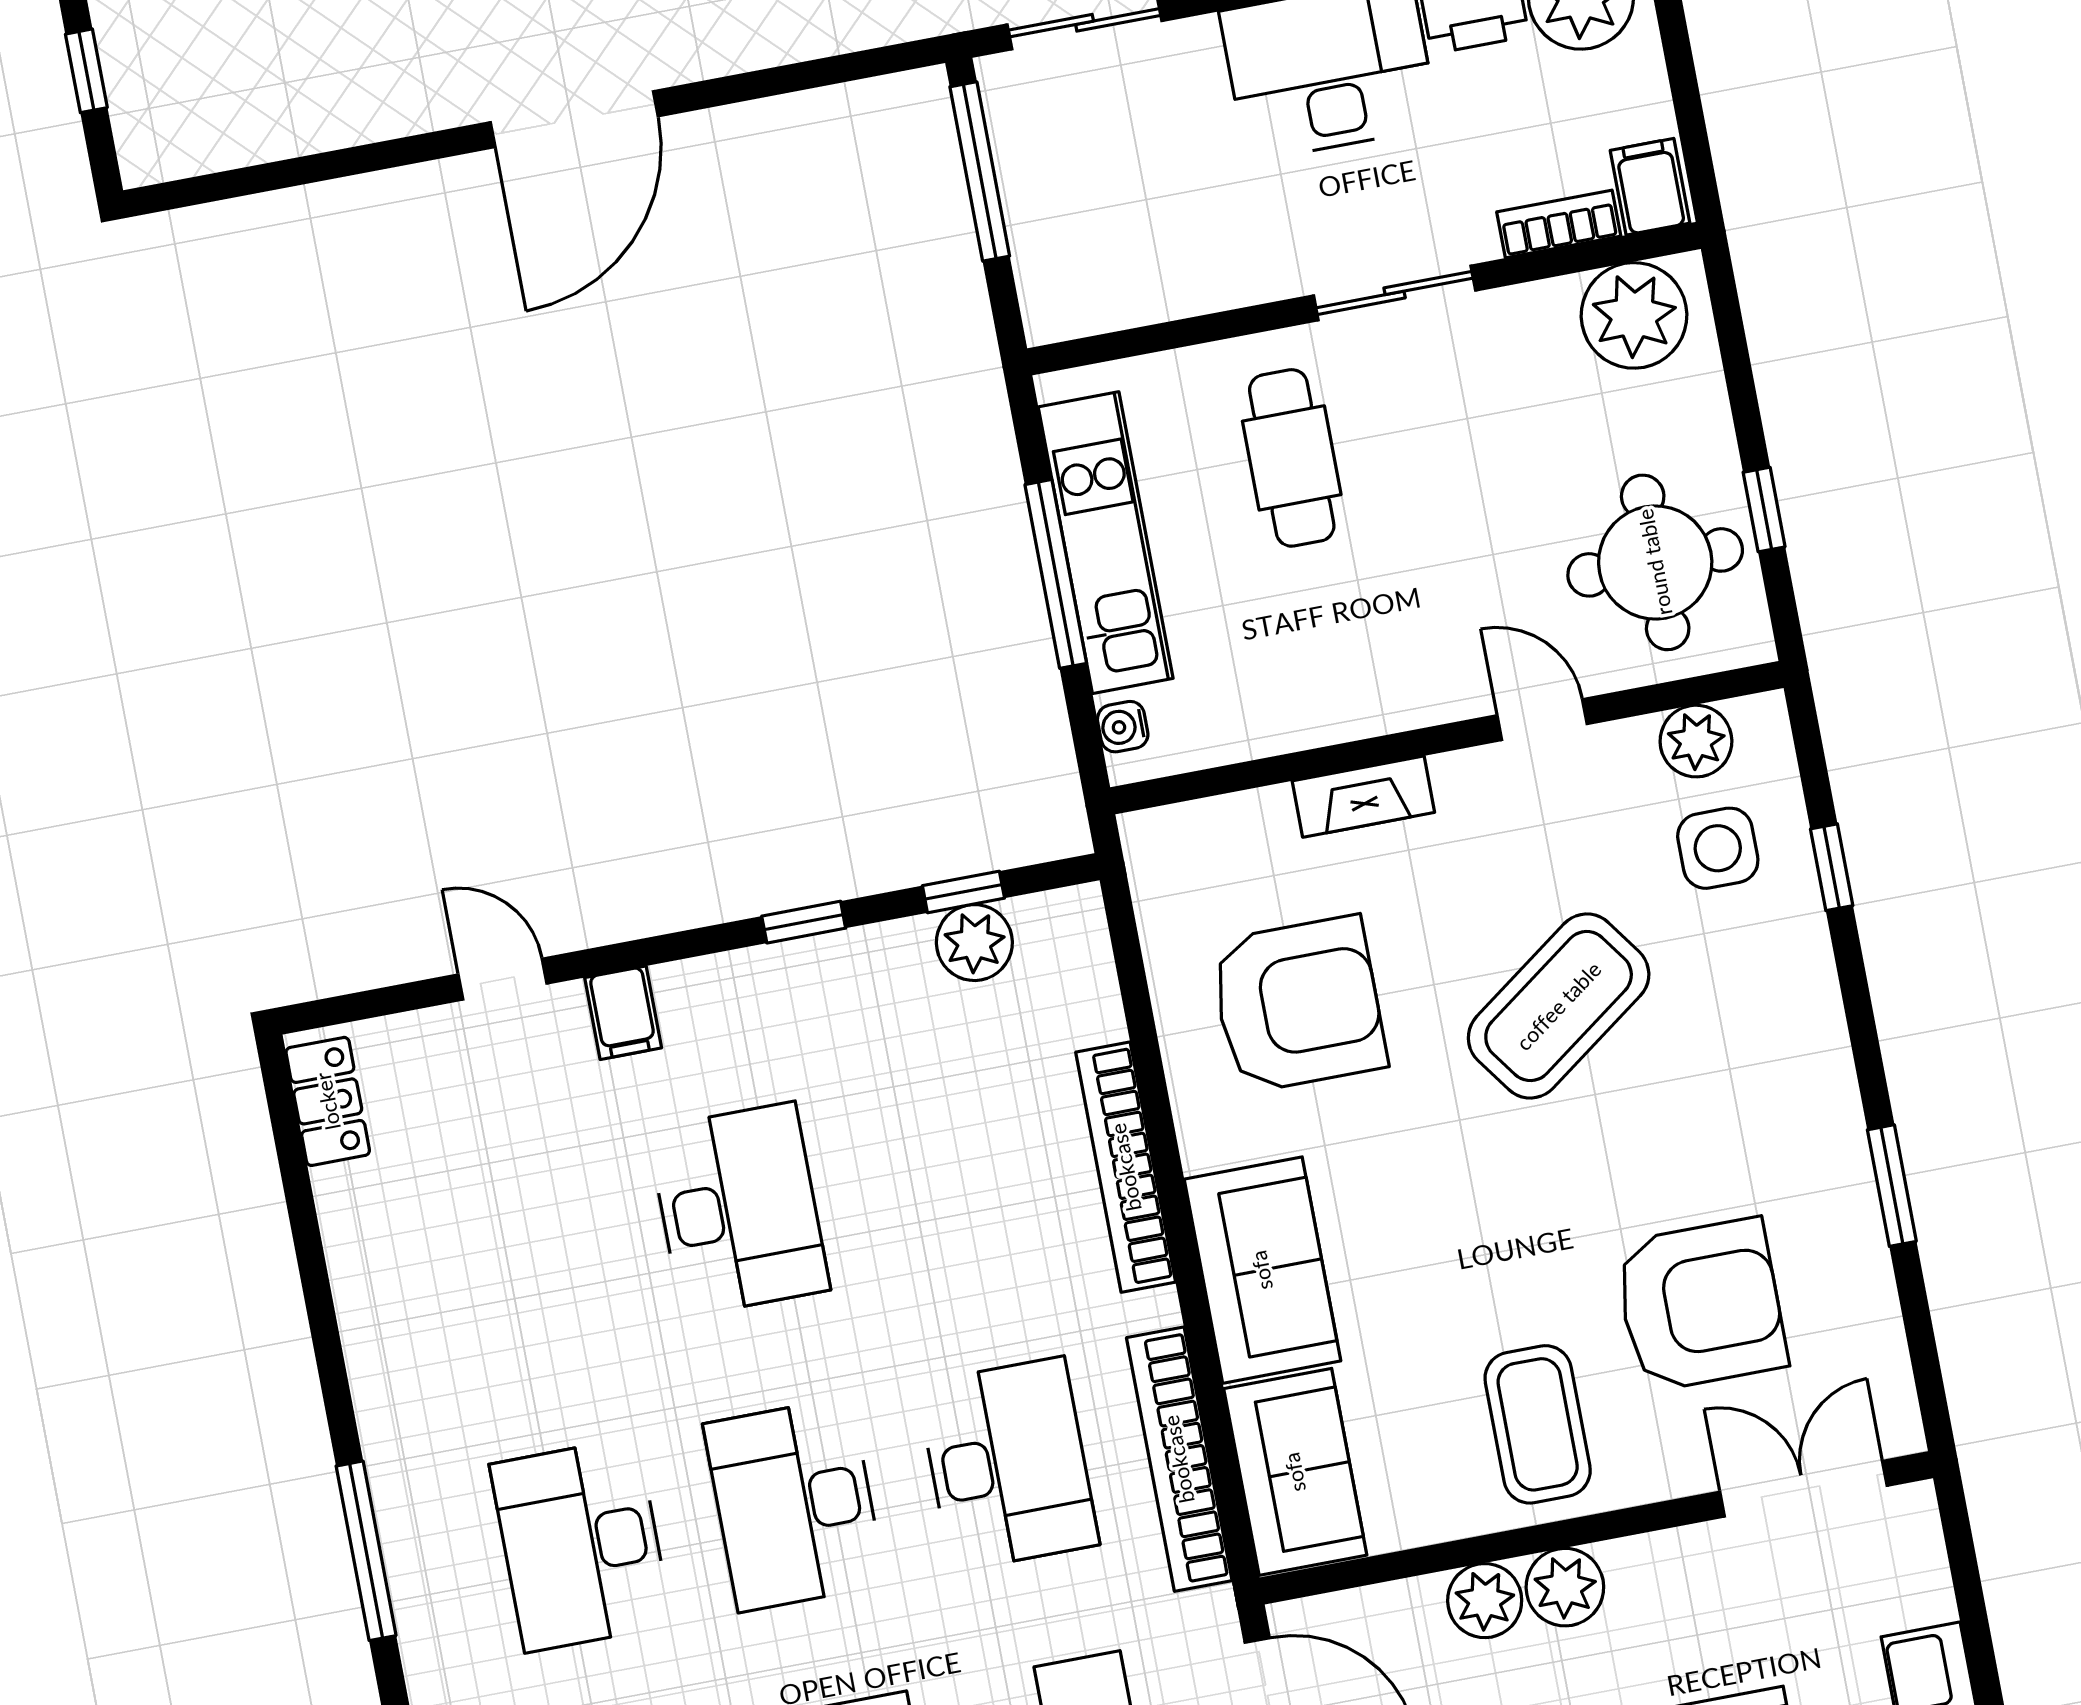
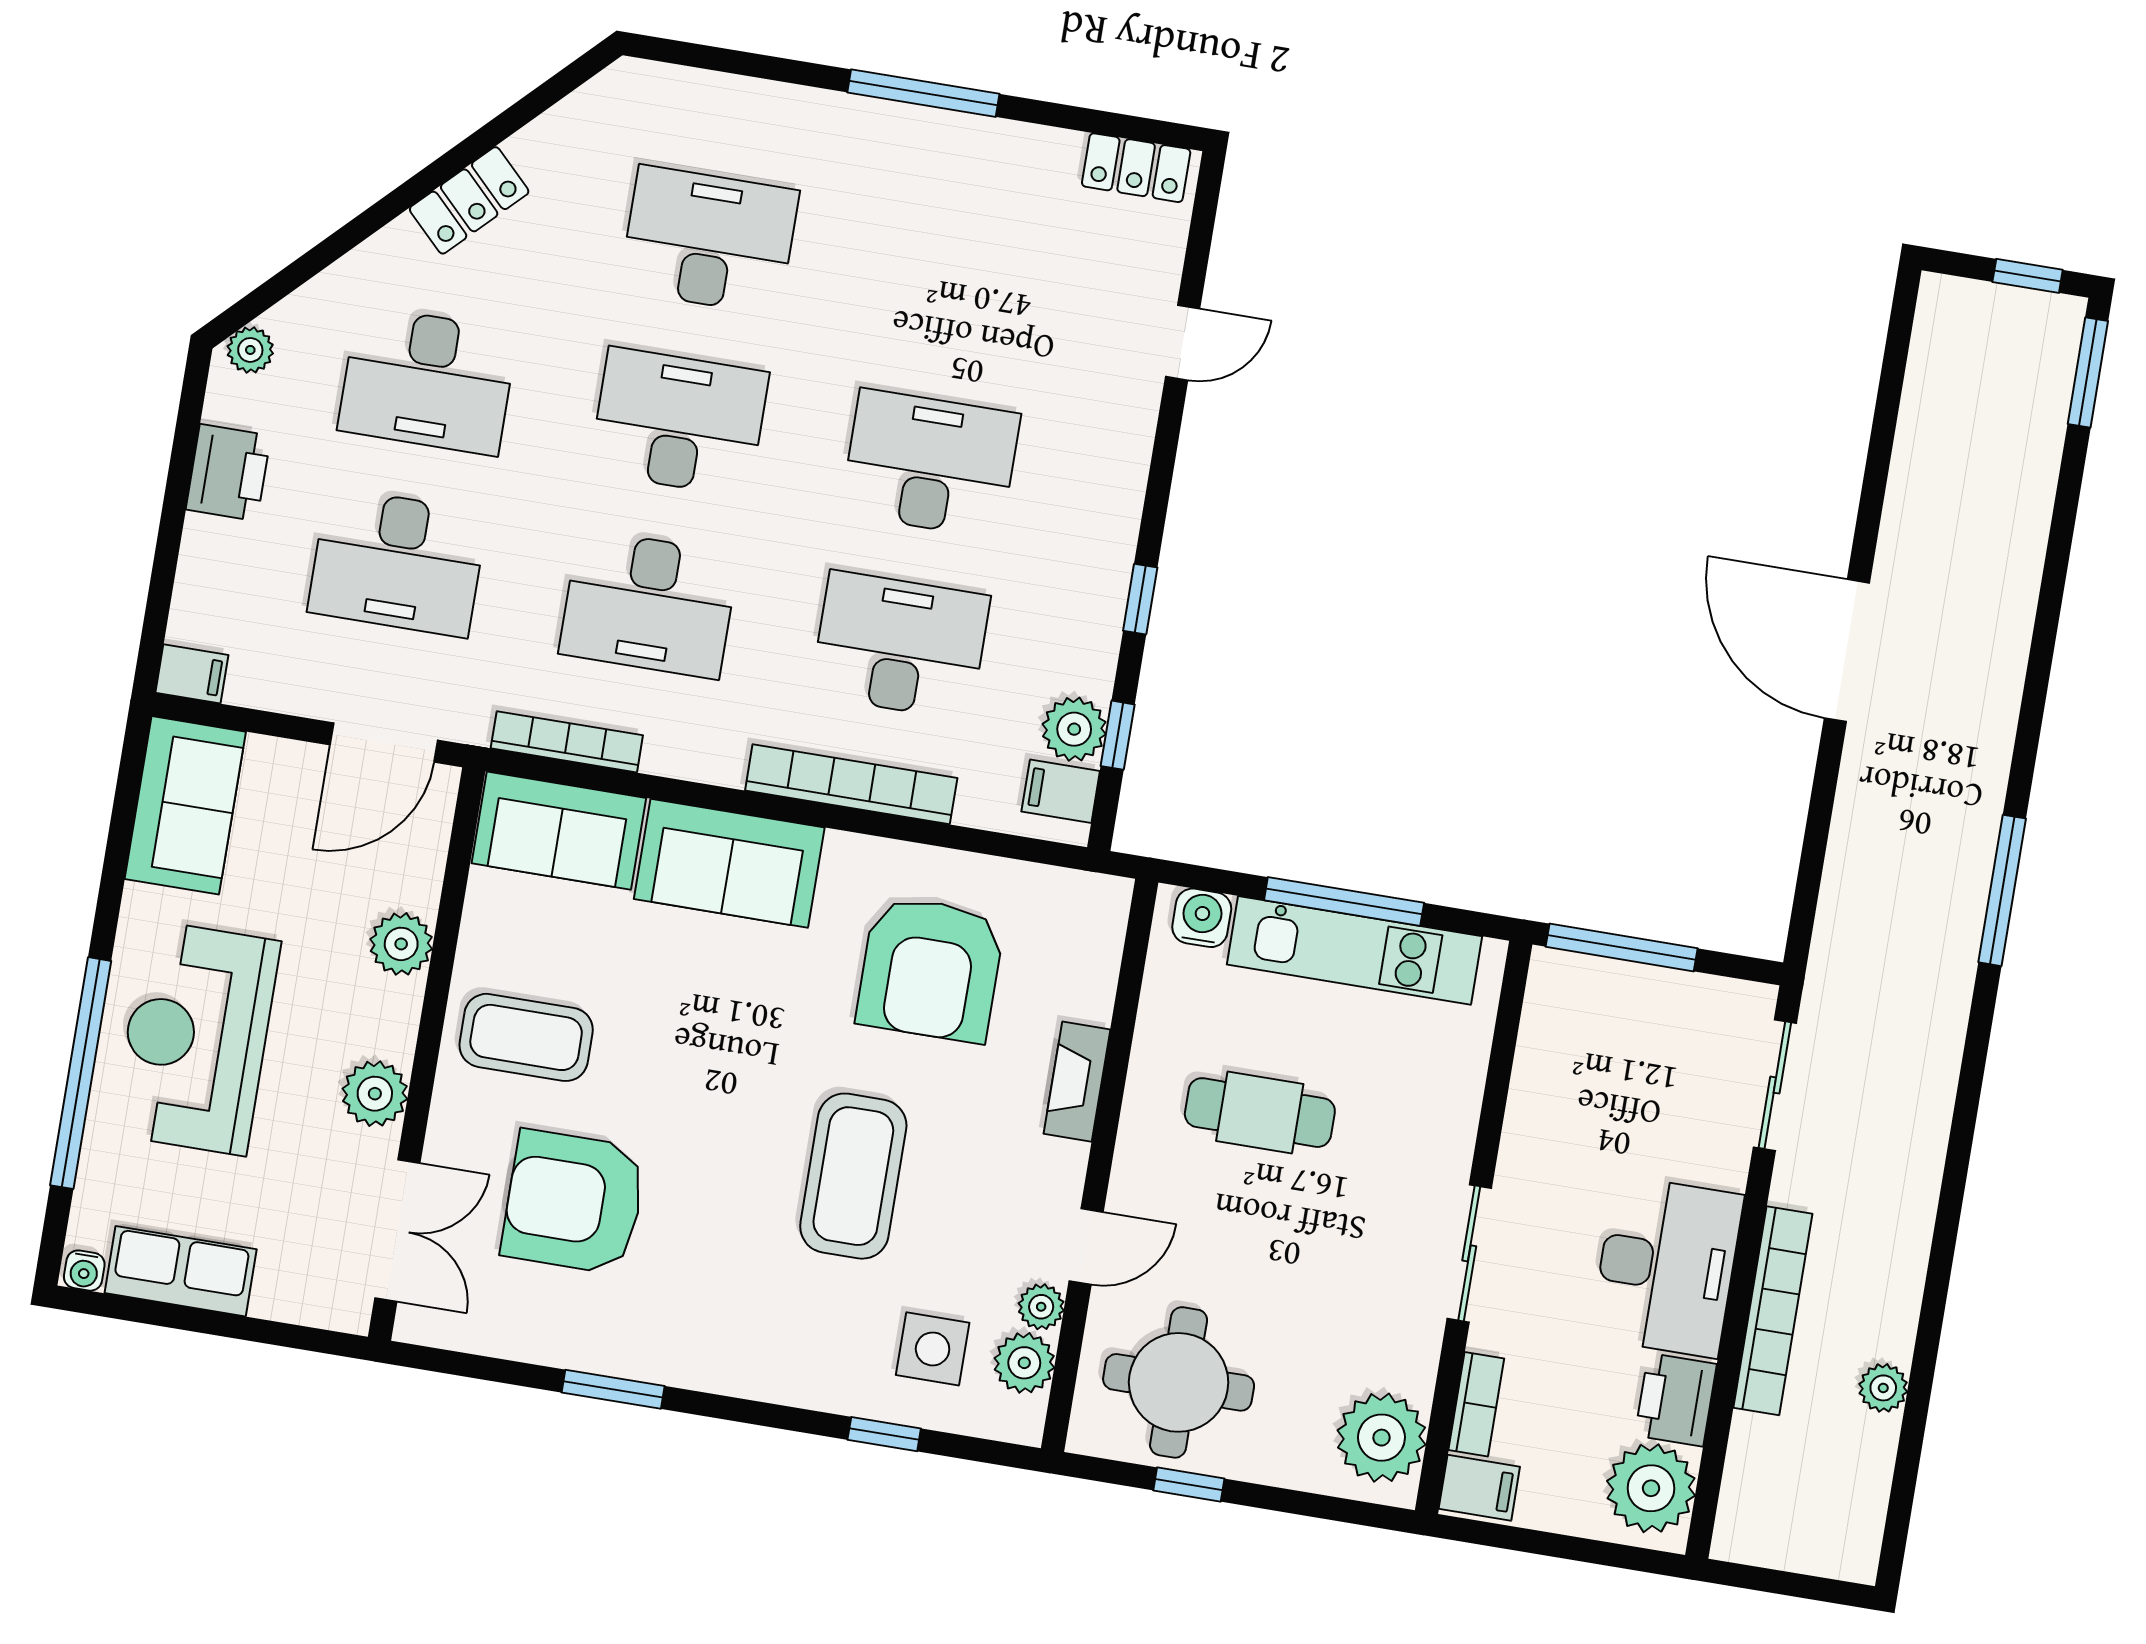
window: (980, 171) -> (1622, 947), moved
cafe table: (1292, 458) -> (1260, 1113), moved
water cooler: (1123, 727) -> (1202, 918), width x1.38, depth x1.38
plant: (1627, 745) -> (1041, 1307), added
coffee table: (1559, 1006) -> (853, 1176), turned 36
filing cabinet: (623, 1013) -> (1061, 791), moved
desk: (952, 1169) -> (900, 645), added
desk: (739, 1209) -> (930, 464), turned 180
armchair: (1701, 1305) -> (574, 1202), turned 90
bookcase: (1179, 1459) -> (567, 742), width x0.68, depth x0.76
window: (366, 1551) -> (923, 93), moved
plant: (1565, 1587) -> (375, 1094), moved

